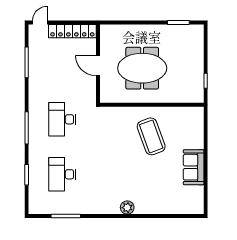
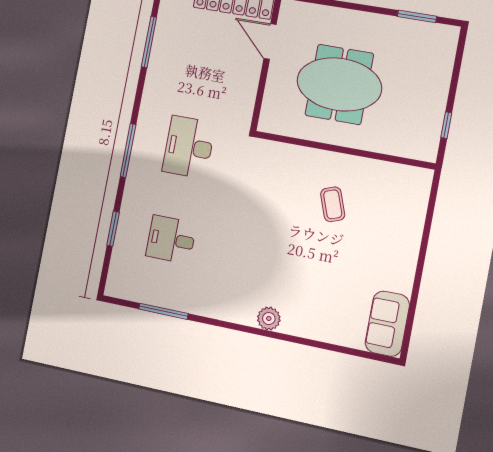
door: (98, 66) -> (270, 41), moved
coffee table: (151, 136) -> (333, 204), width x0.54, depth x0.58
sofa: (194, 167) -> (387, 324), moved
desk: (62, 174) -> (171, 240), width x0.73

